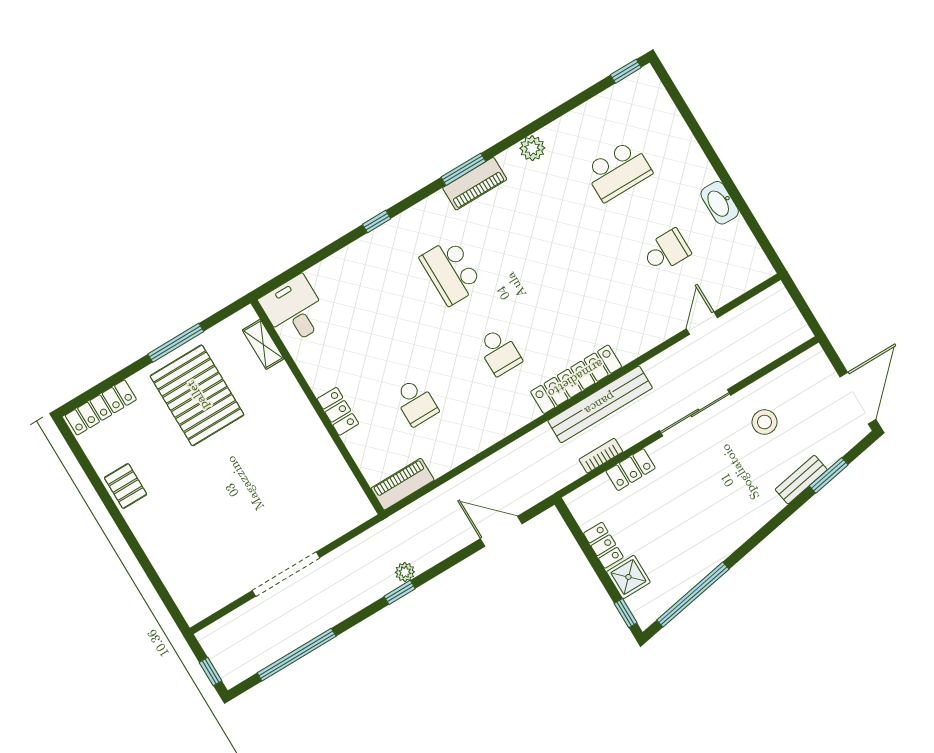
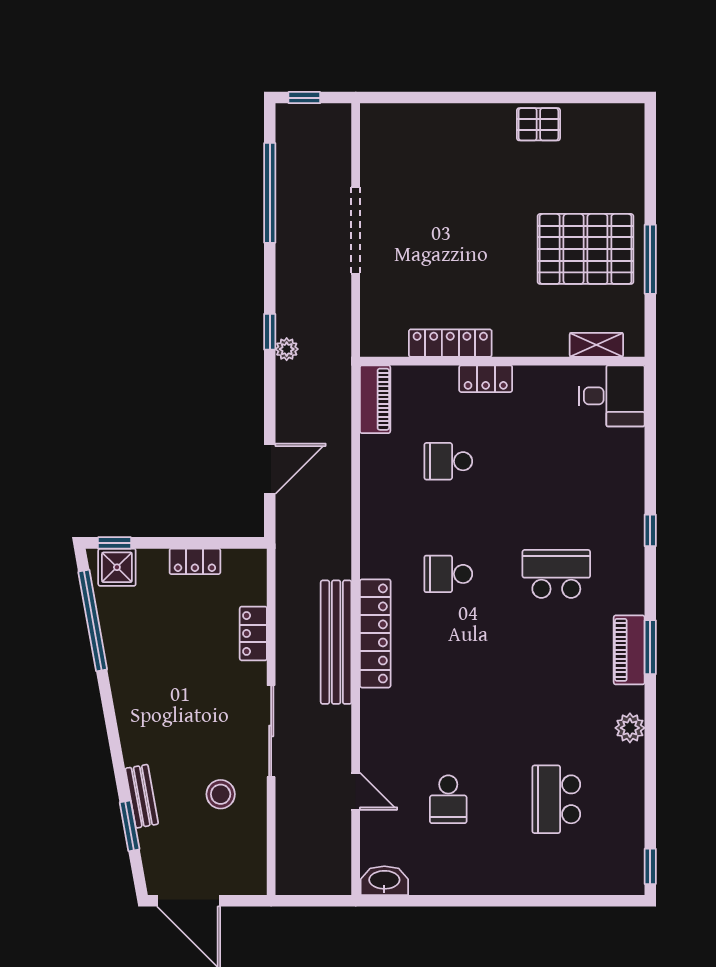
washbasin: (720, 203) -> (384, 881), moved
locker: (101, 408) -> (450, 343), moved, turned 90
bookcase: (601, 456) -> (285, 612), removed
shower: (628, 577) -> (117, 567), moved

